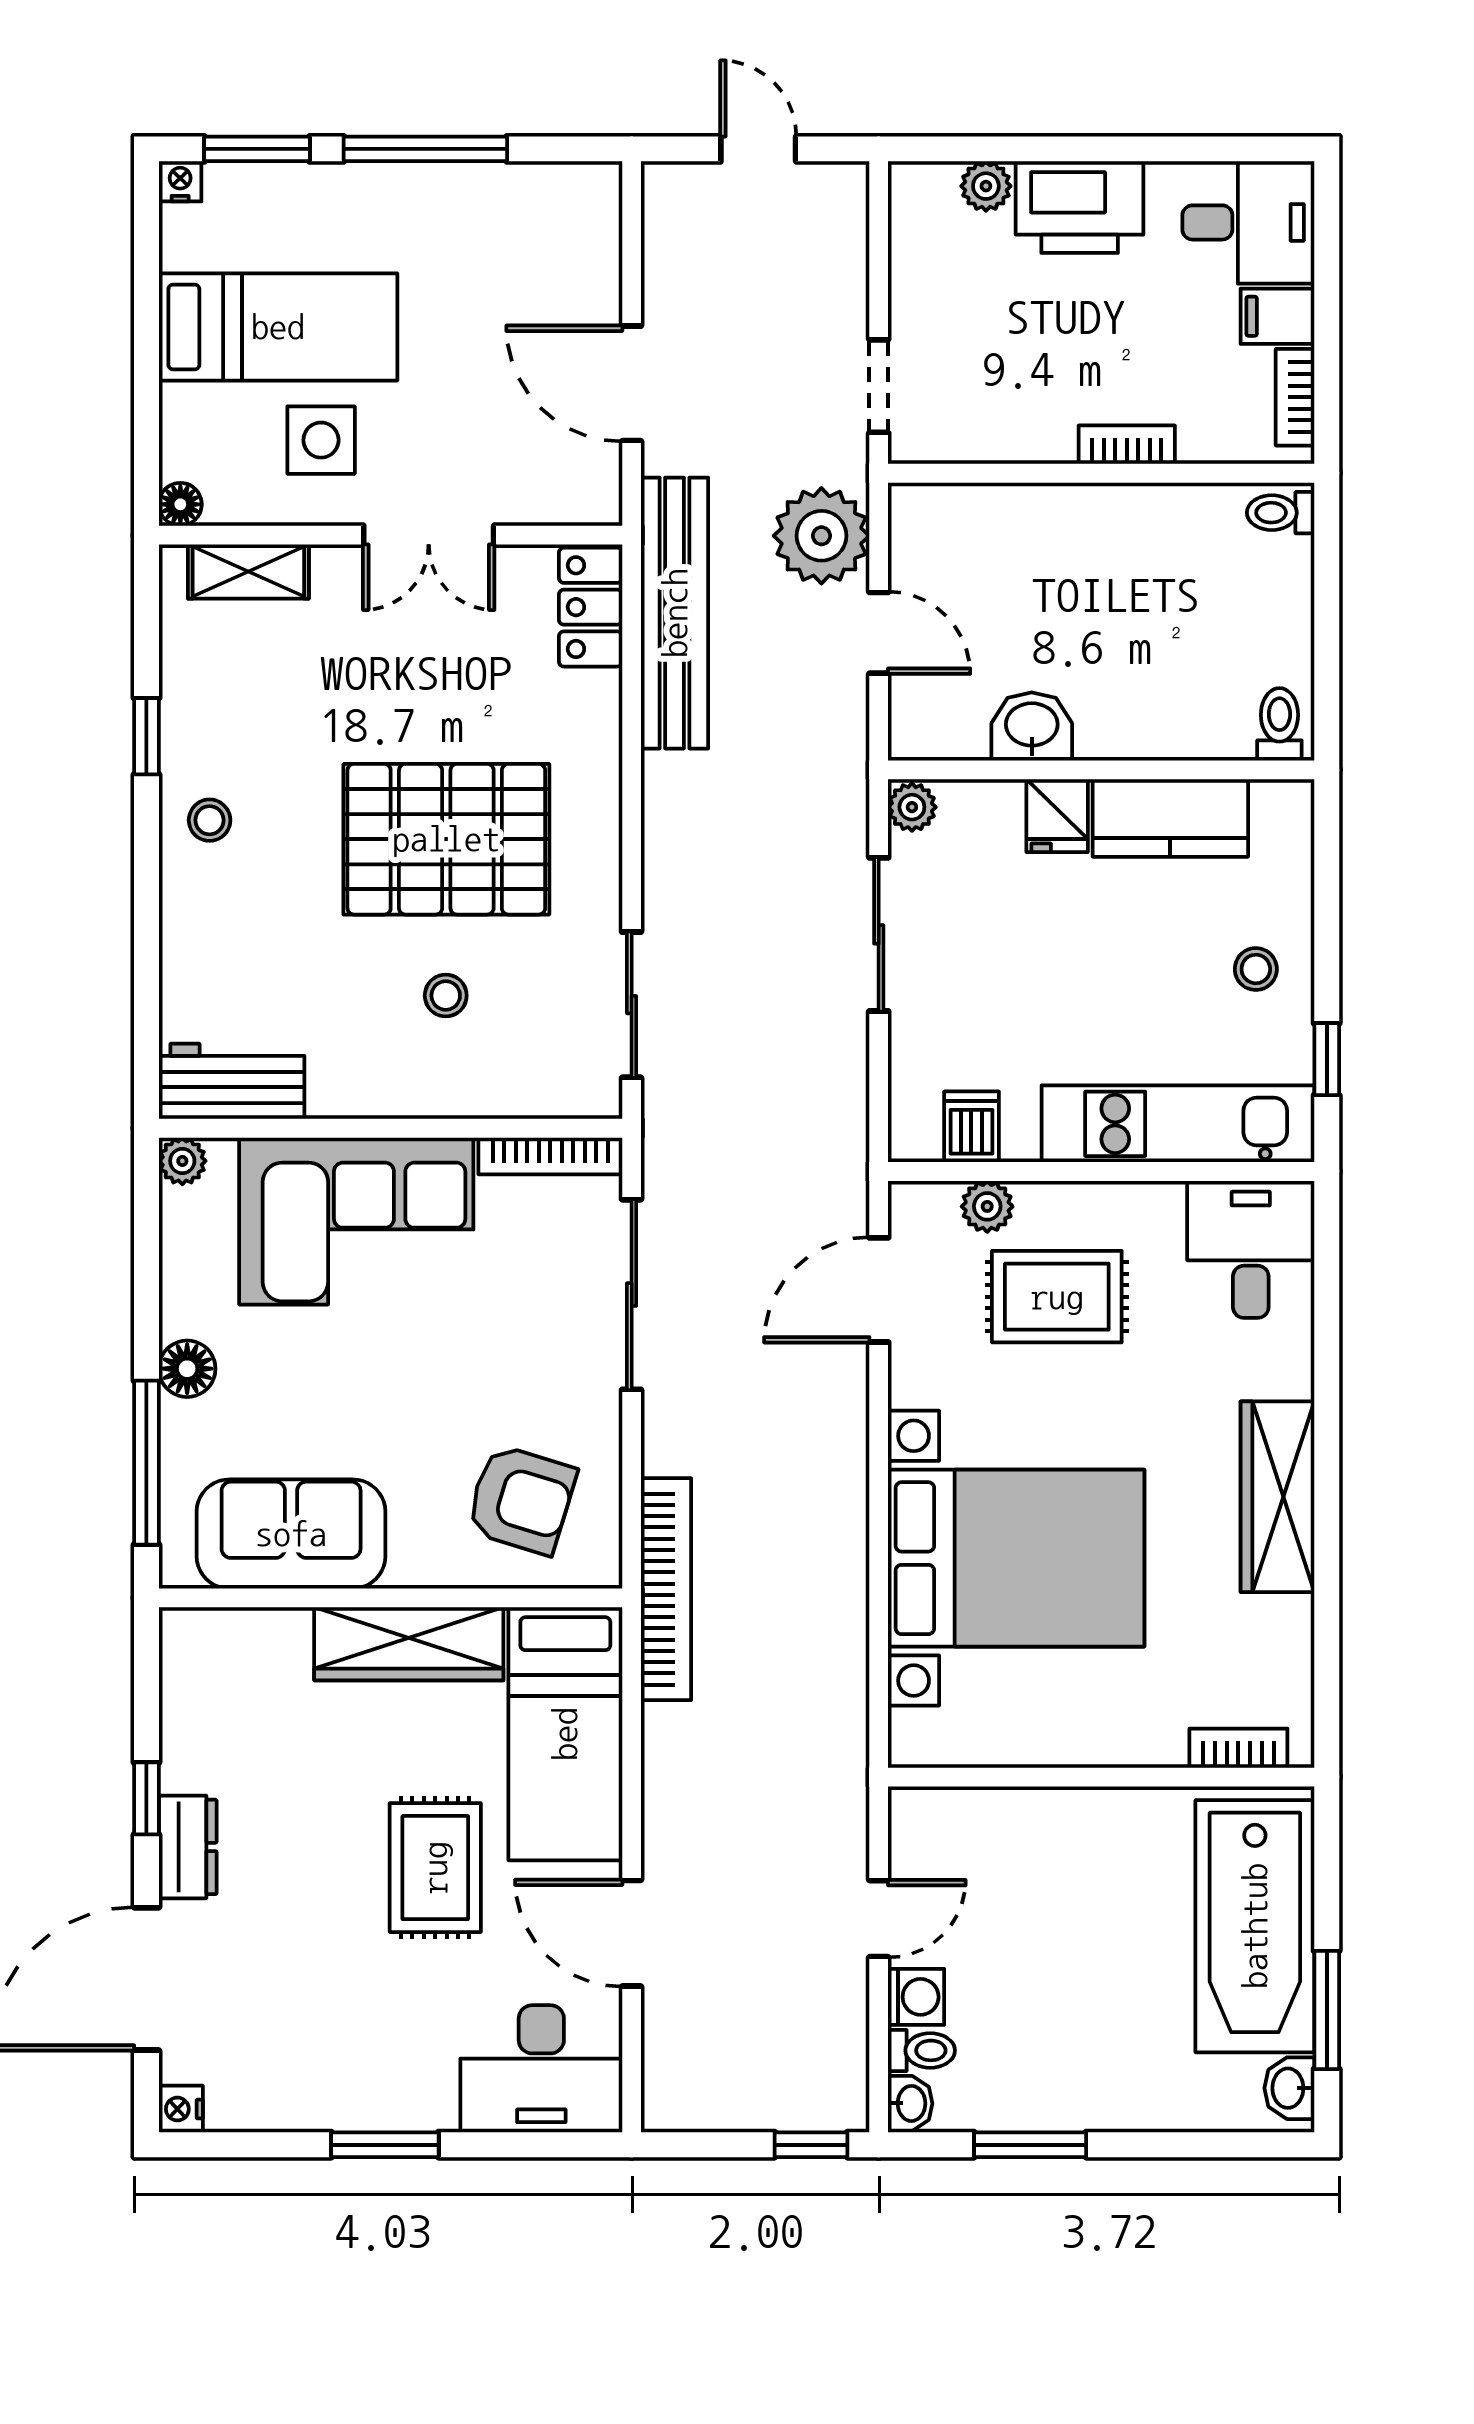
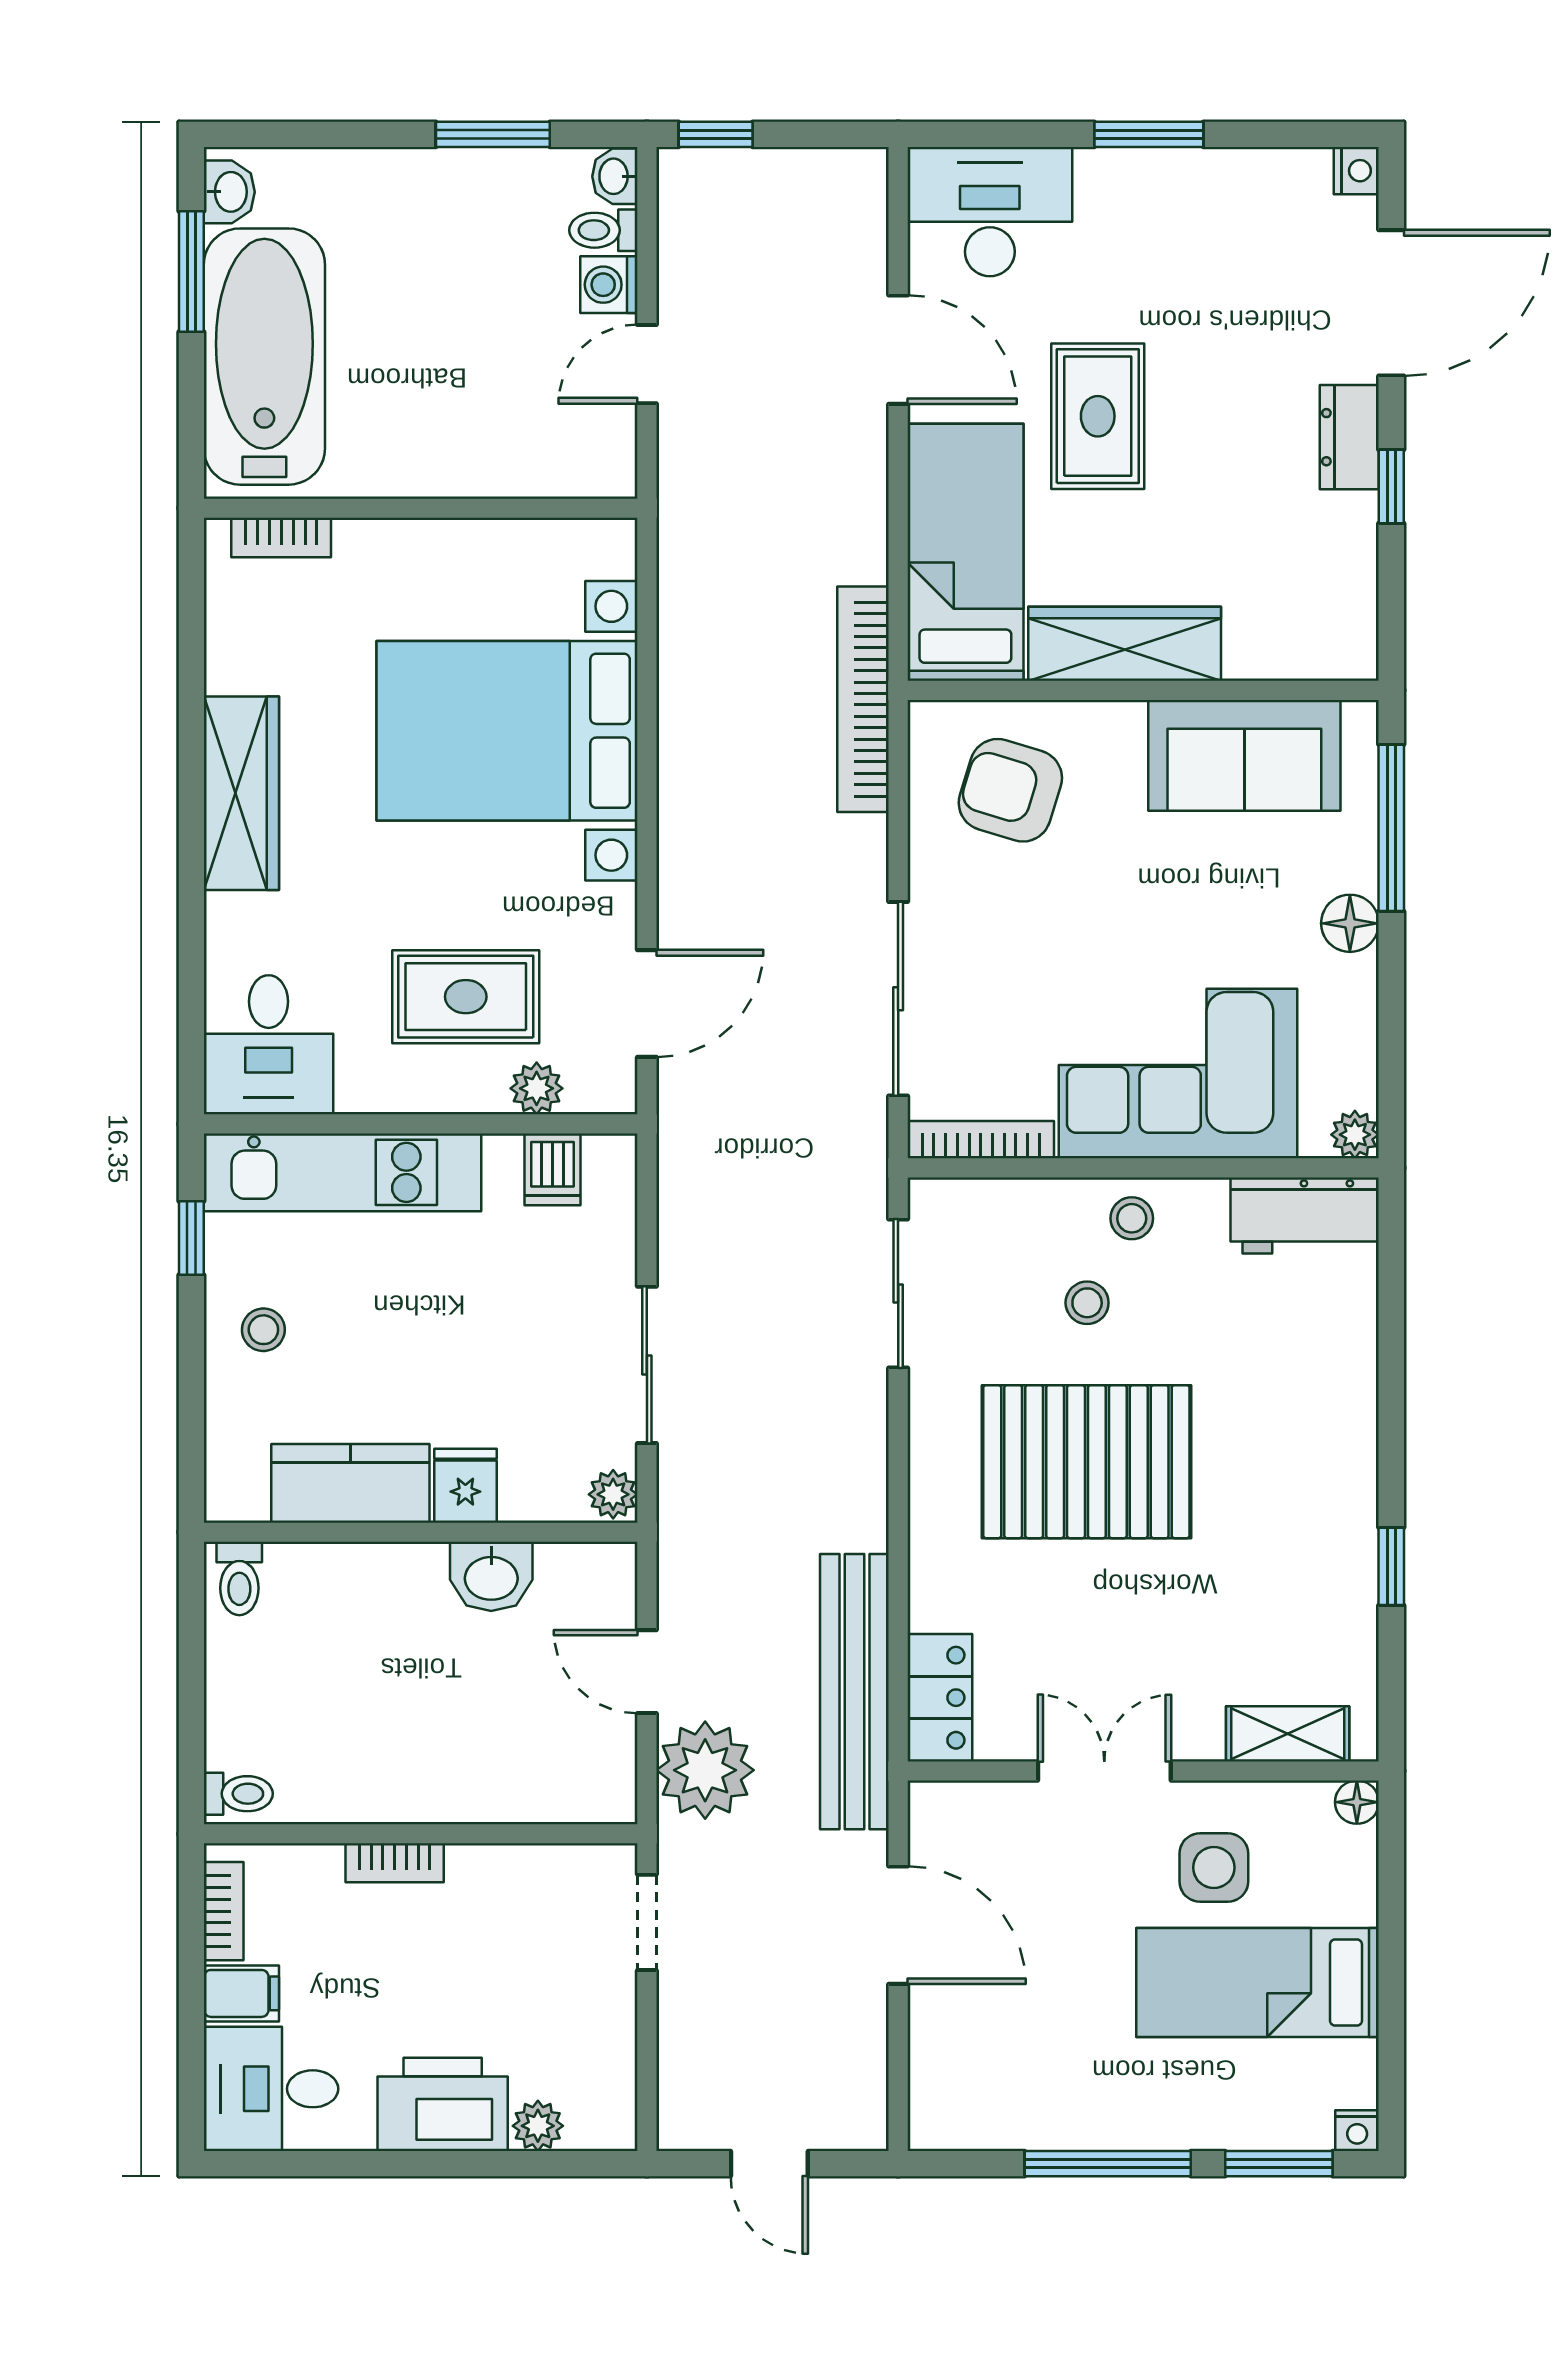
stool: (210, 820) -> (1132, 1218), moved

